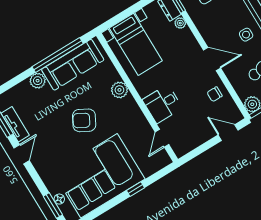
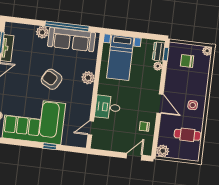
door: (228, 133) -> (134, 157), hinge flipped

